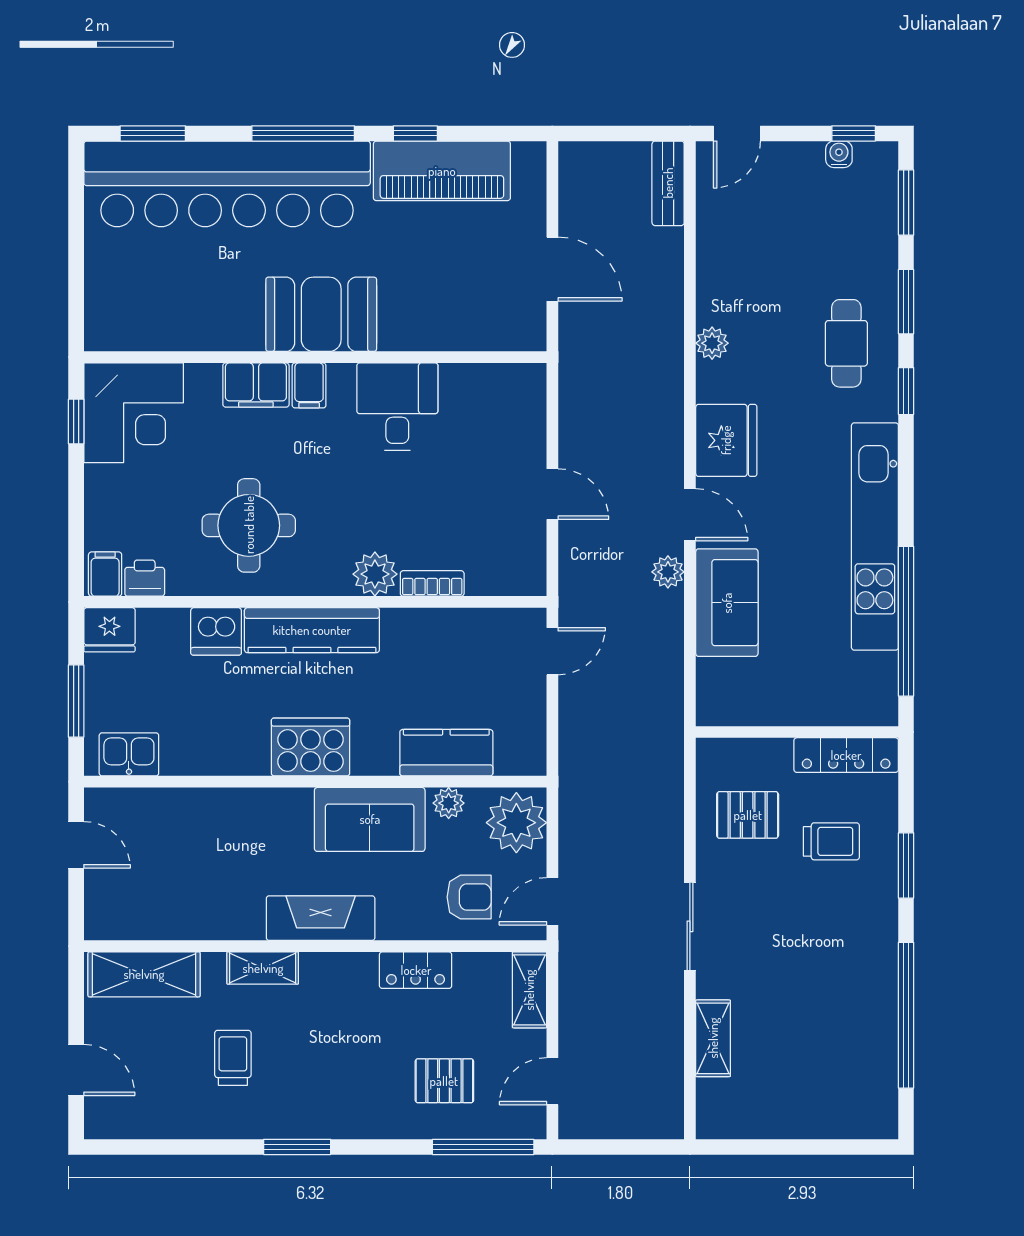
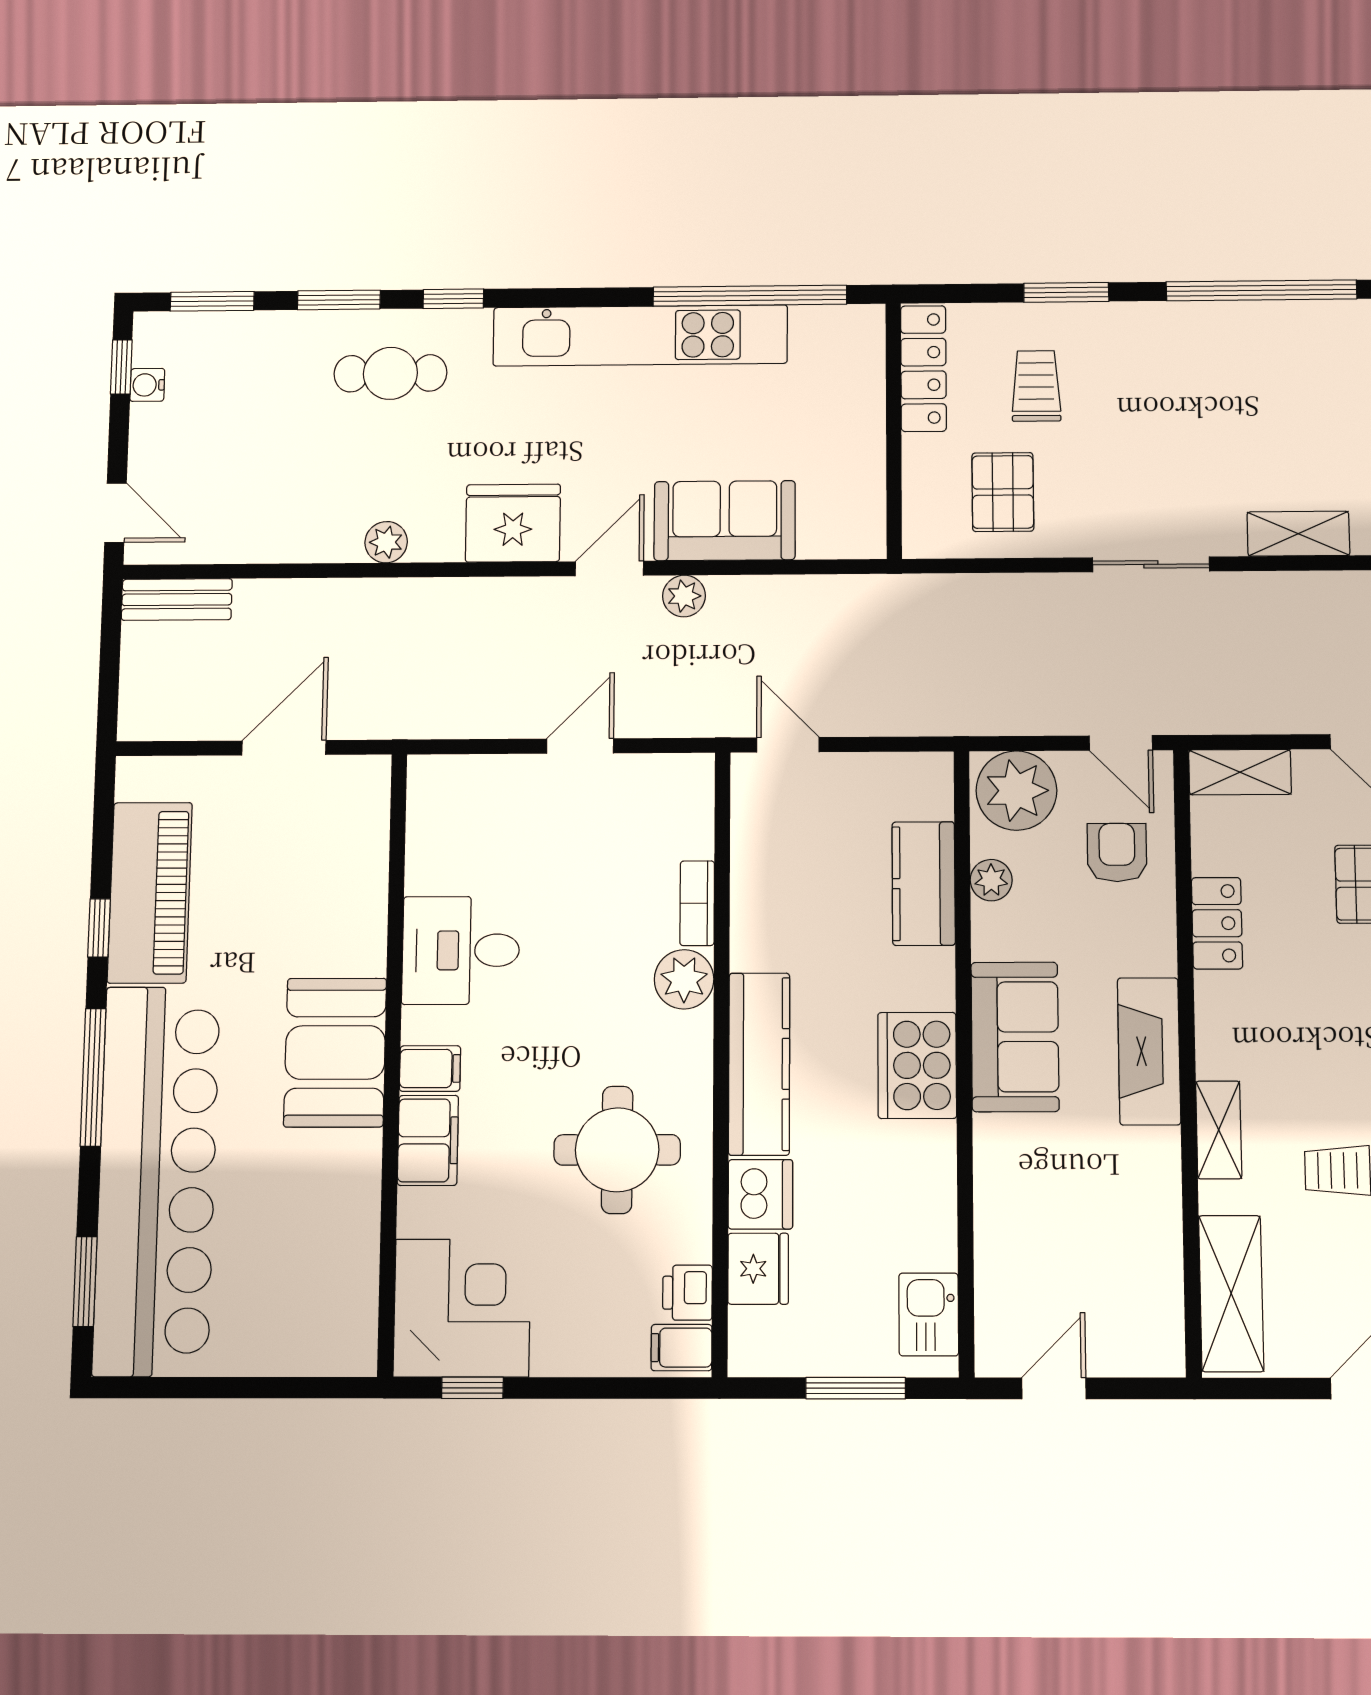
fridge: (109, 630) -> (758, 1269), moved
sofa: (370, 819) -> (1015, 1037), moved

